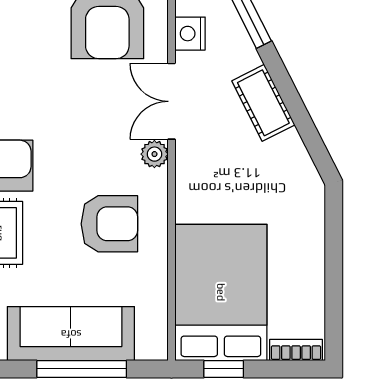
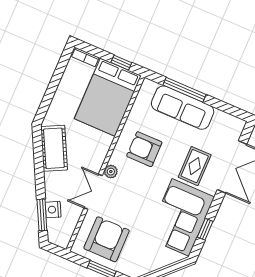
nightstand: (190, 34) -> (53, 210), moved, turned 153
double door: (172, 101) -> (93, 192), swing flipped
cot: (263, 103) -> (54, 148), moved, width x1.37, depth x1.34

